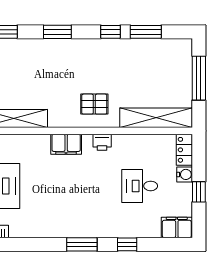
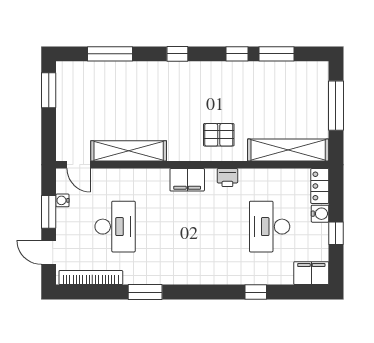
window: (57, 32) -> (177, 54), width x0.67
desk: (140, 186) -> (270, 227), width x1.37
window: (82, 244) -> (145, 292), moved

